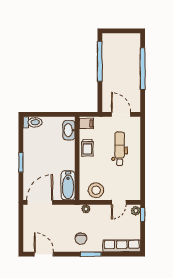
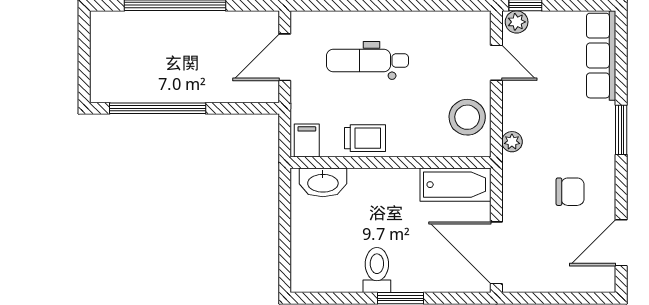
toilet: (33, 122) -> (377, 270), moved
chair: (81, 239) -> (570, 192), moved

